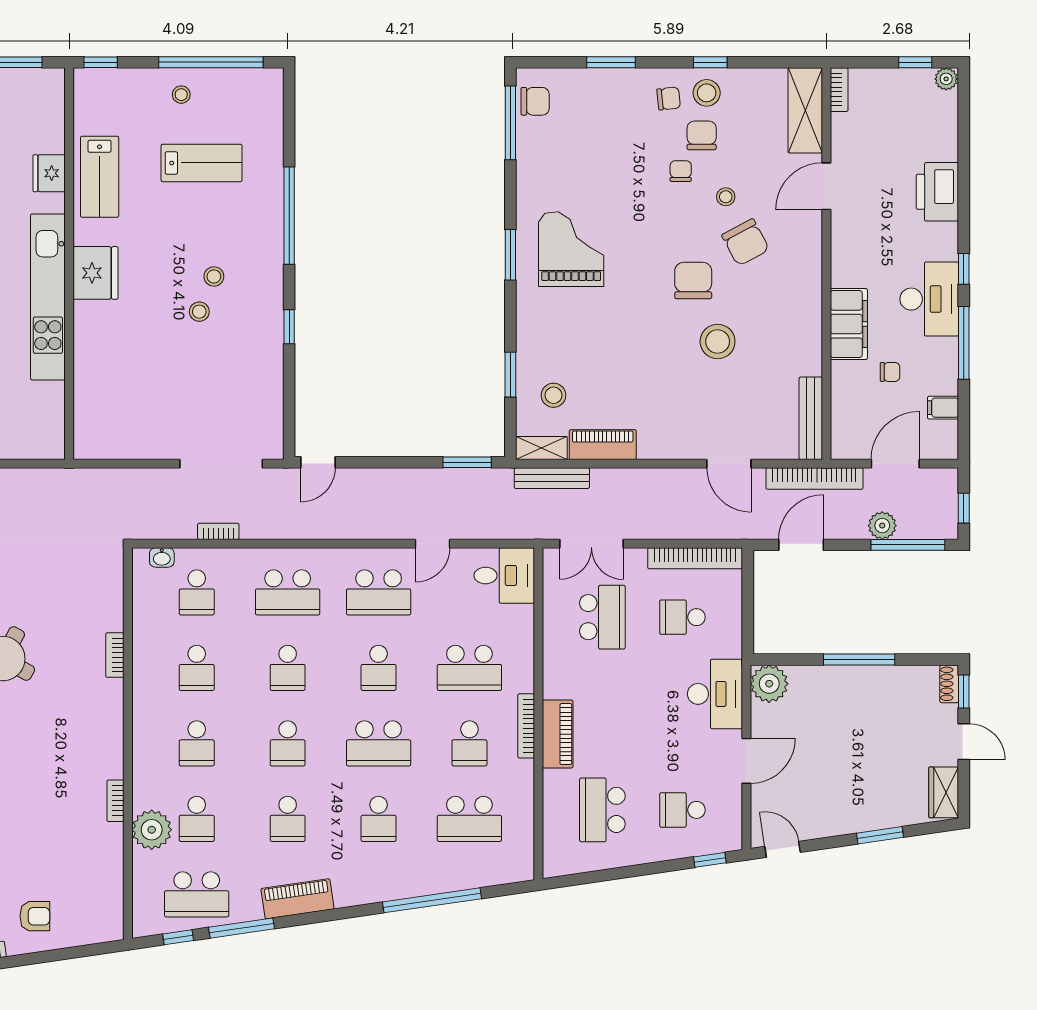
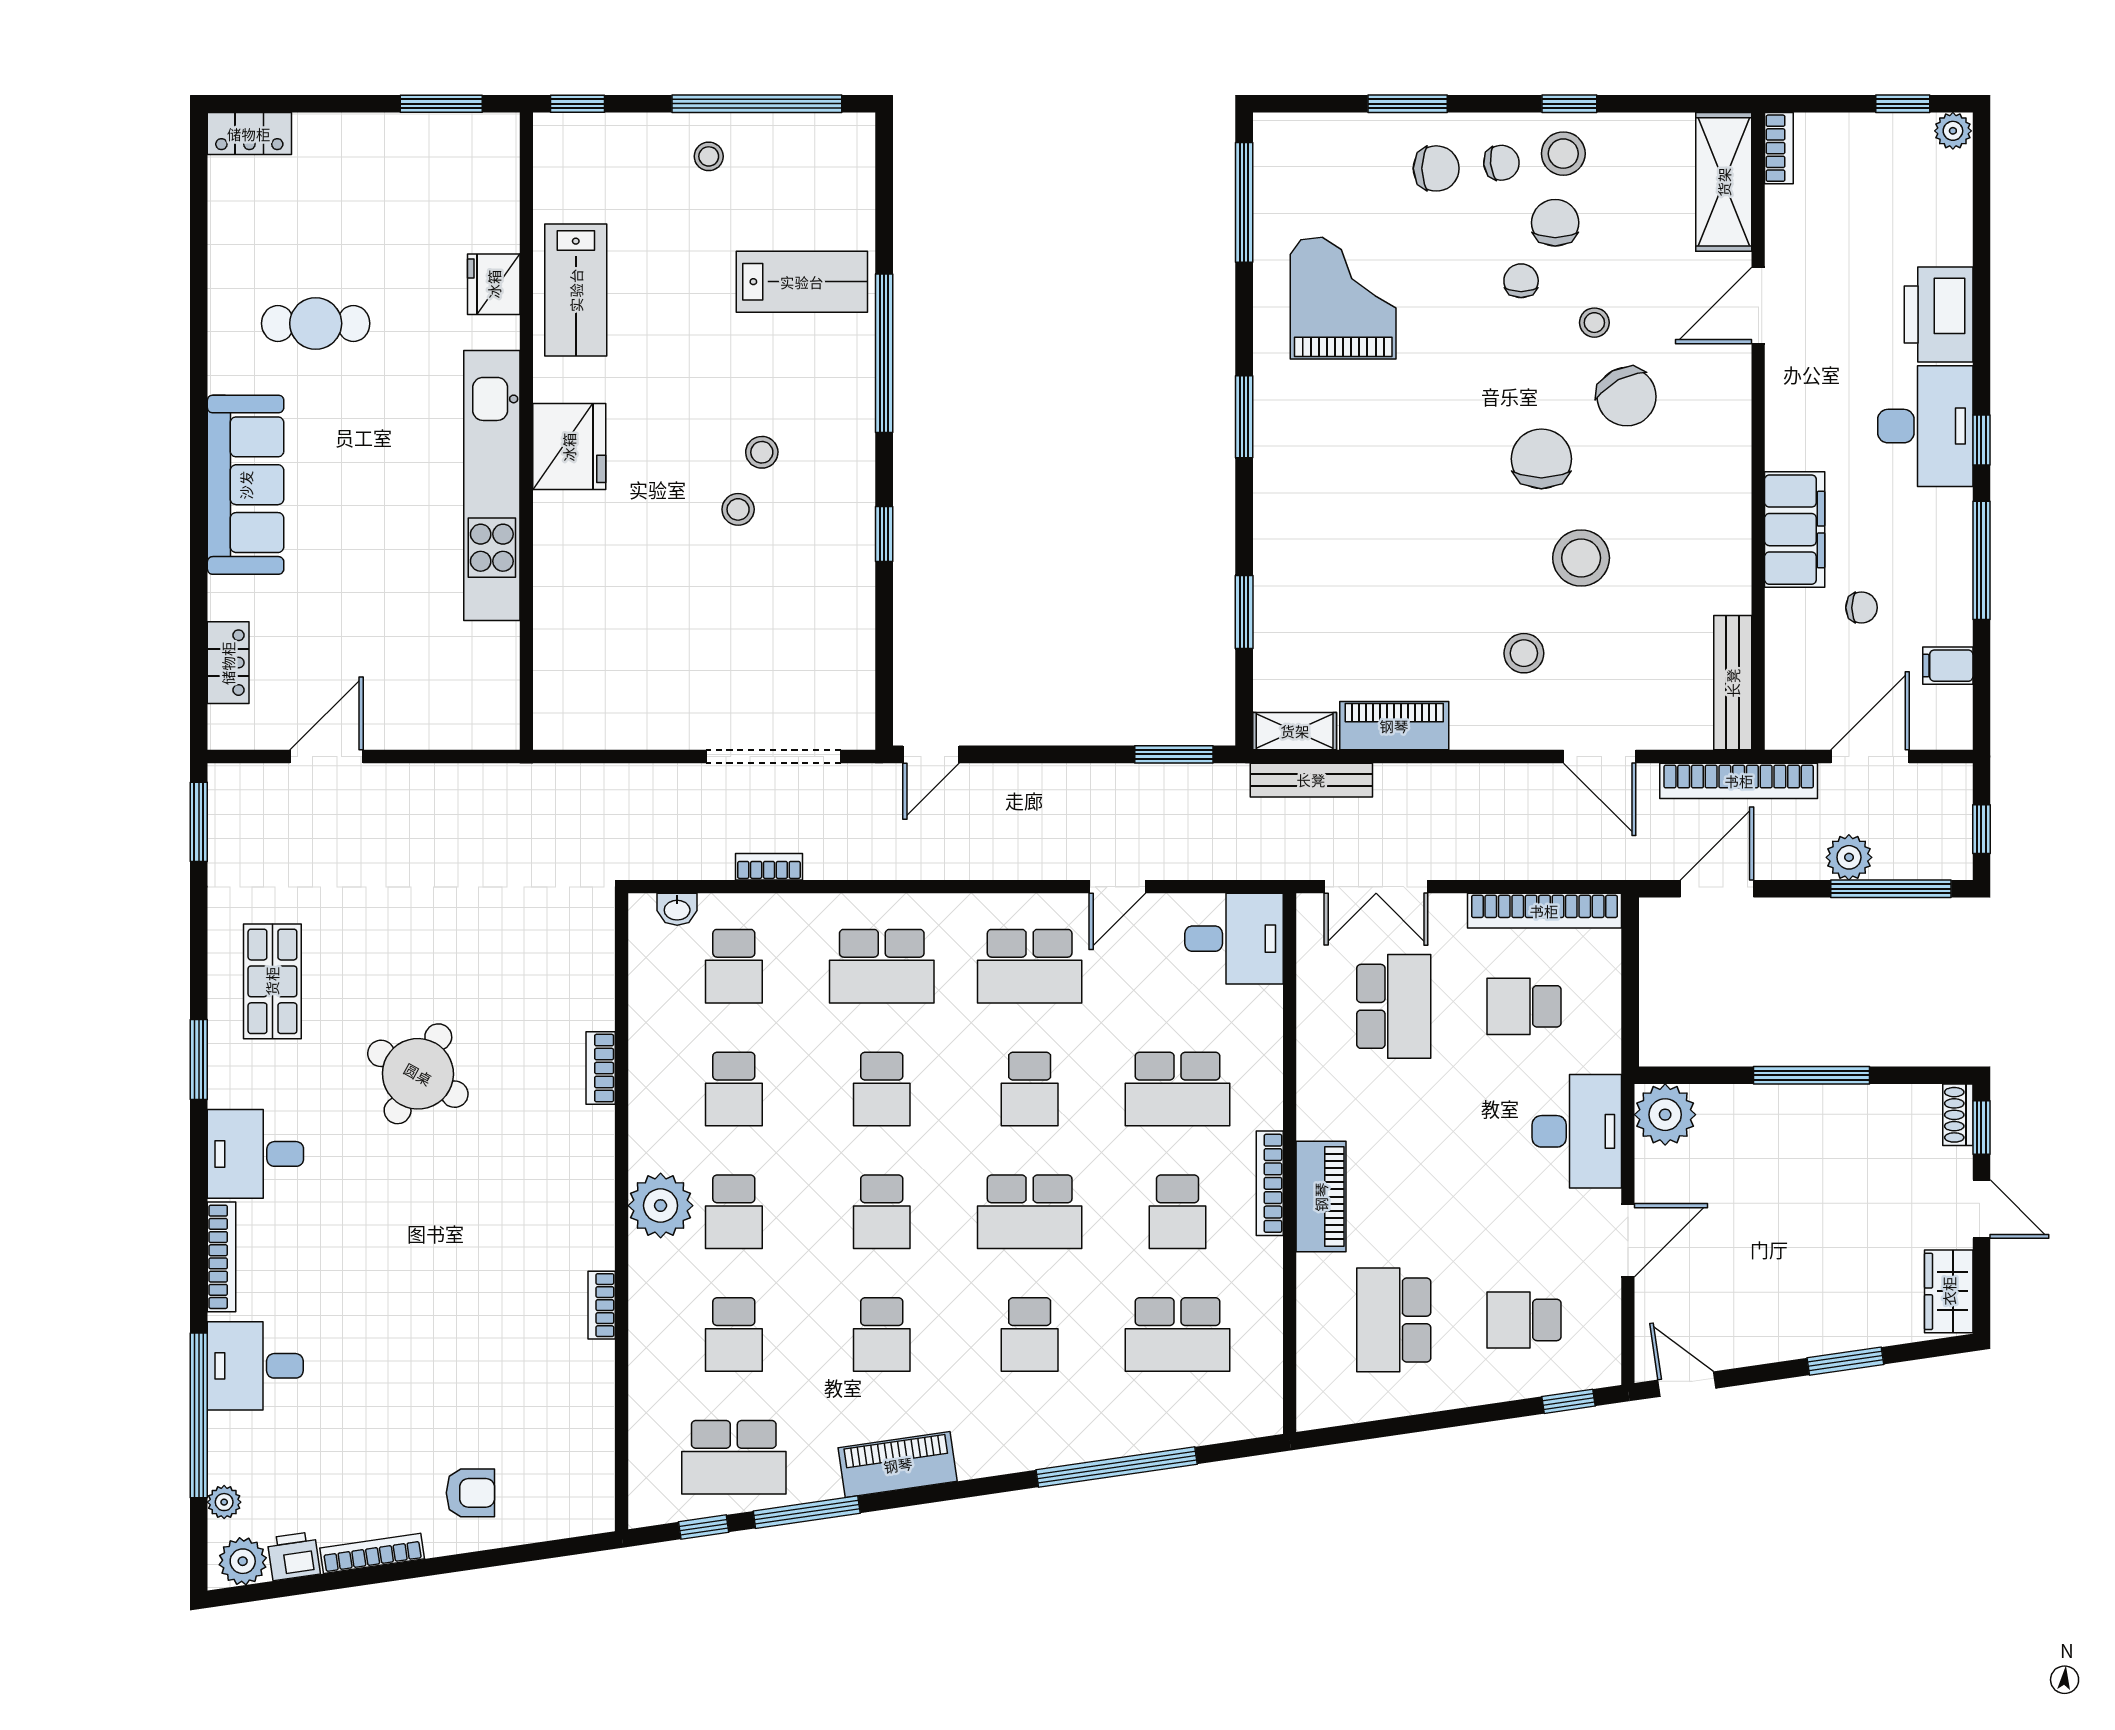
chair: (535, 101) -> (1436, 168), moved
lab bench: (202, 163) -> (802, 282), moved
grand piano: (571, 249) -> (1343, 298), moved
desk: (929, 299) -> (1925, 426), moved
stool: (553, 395) -> (1524, 653), moved
plant: (152, 830) -> (661, 1206), moved

